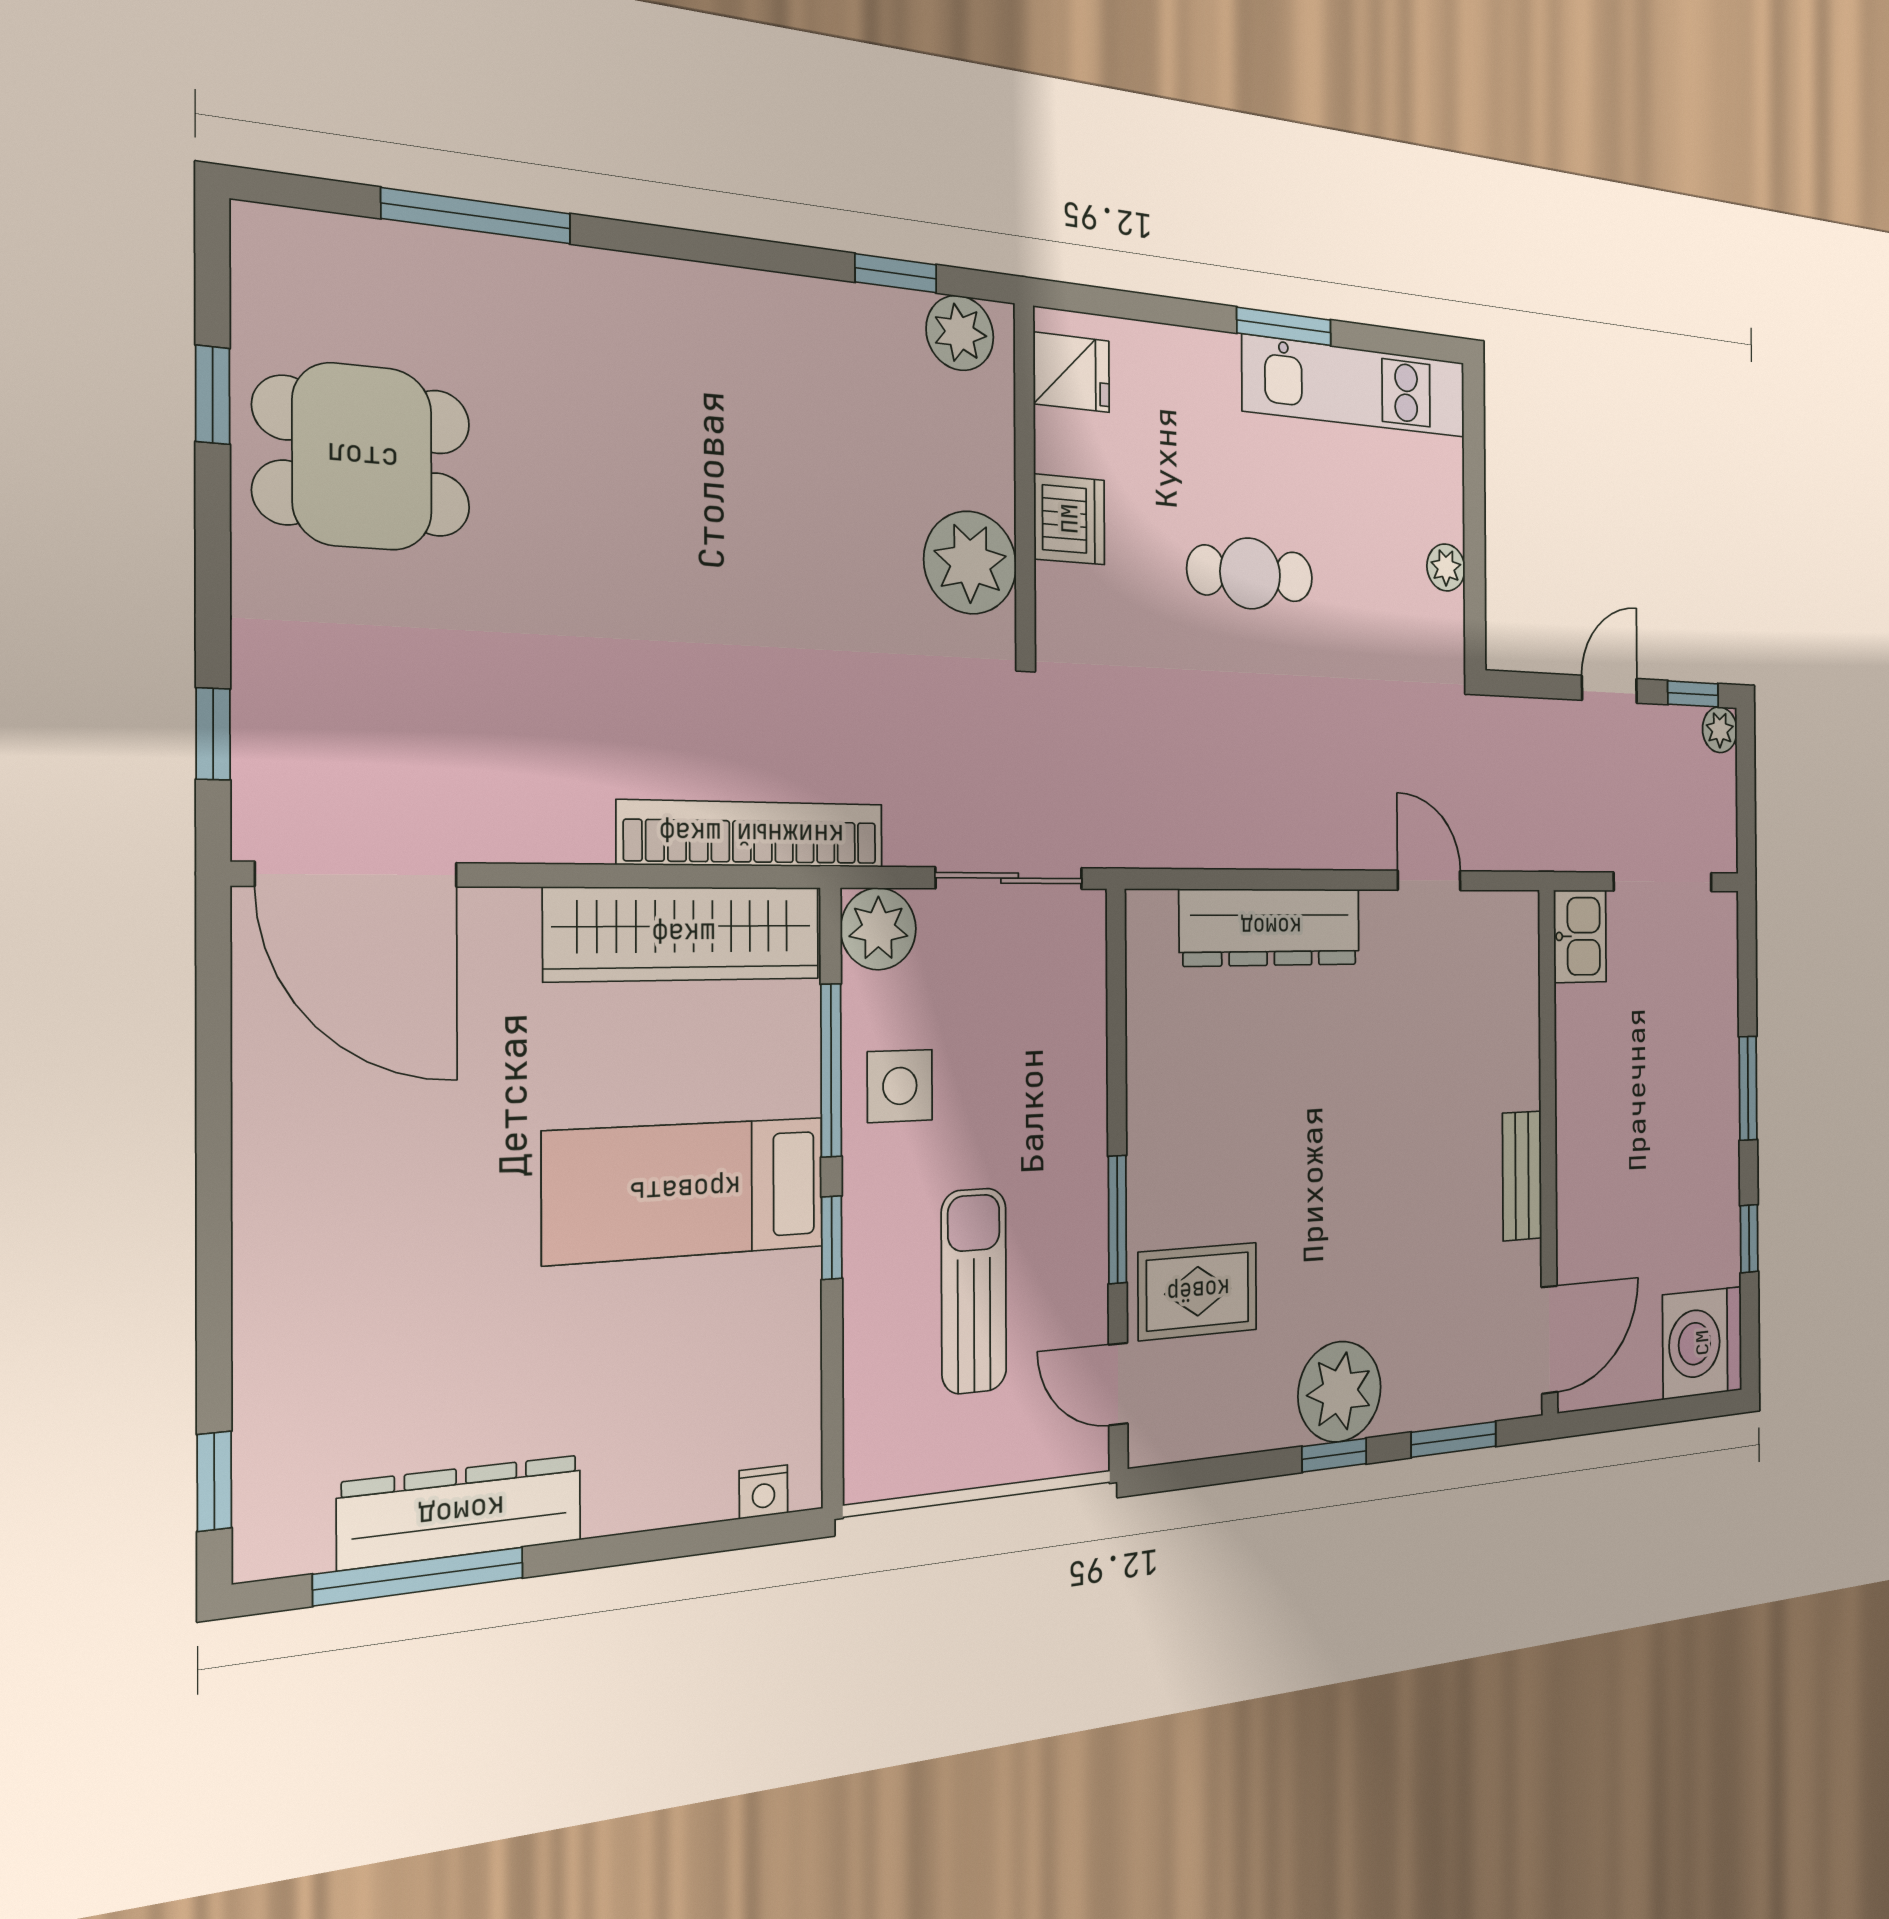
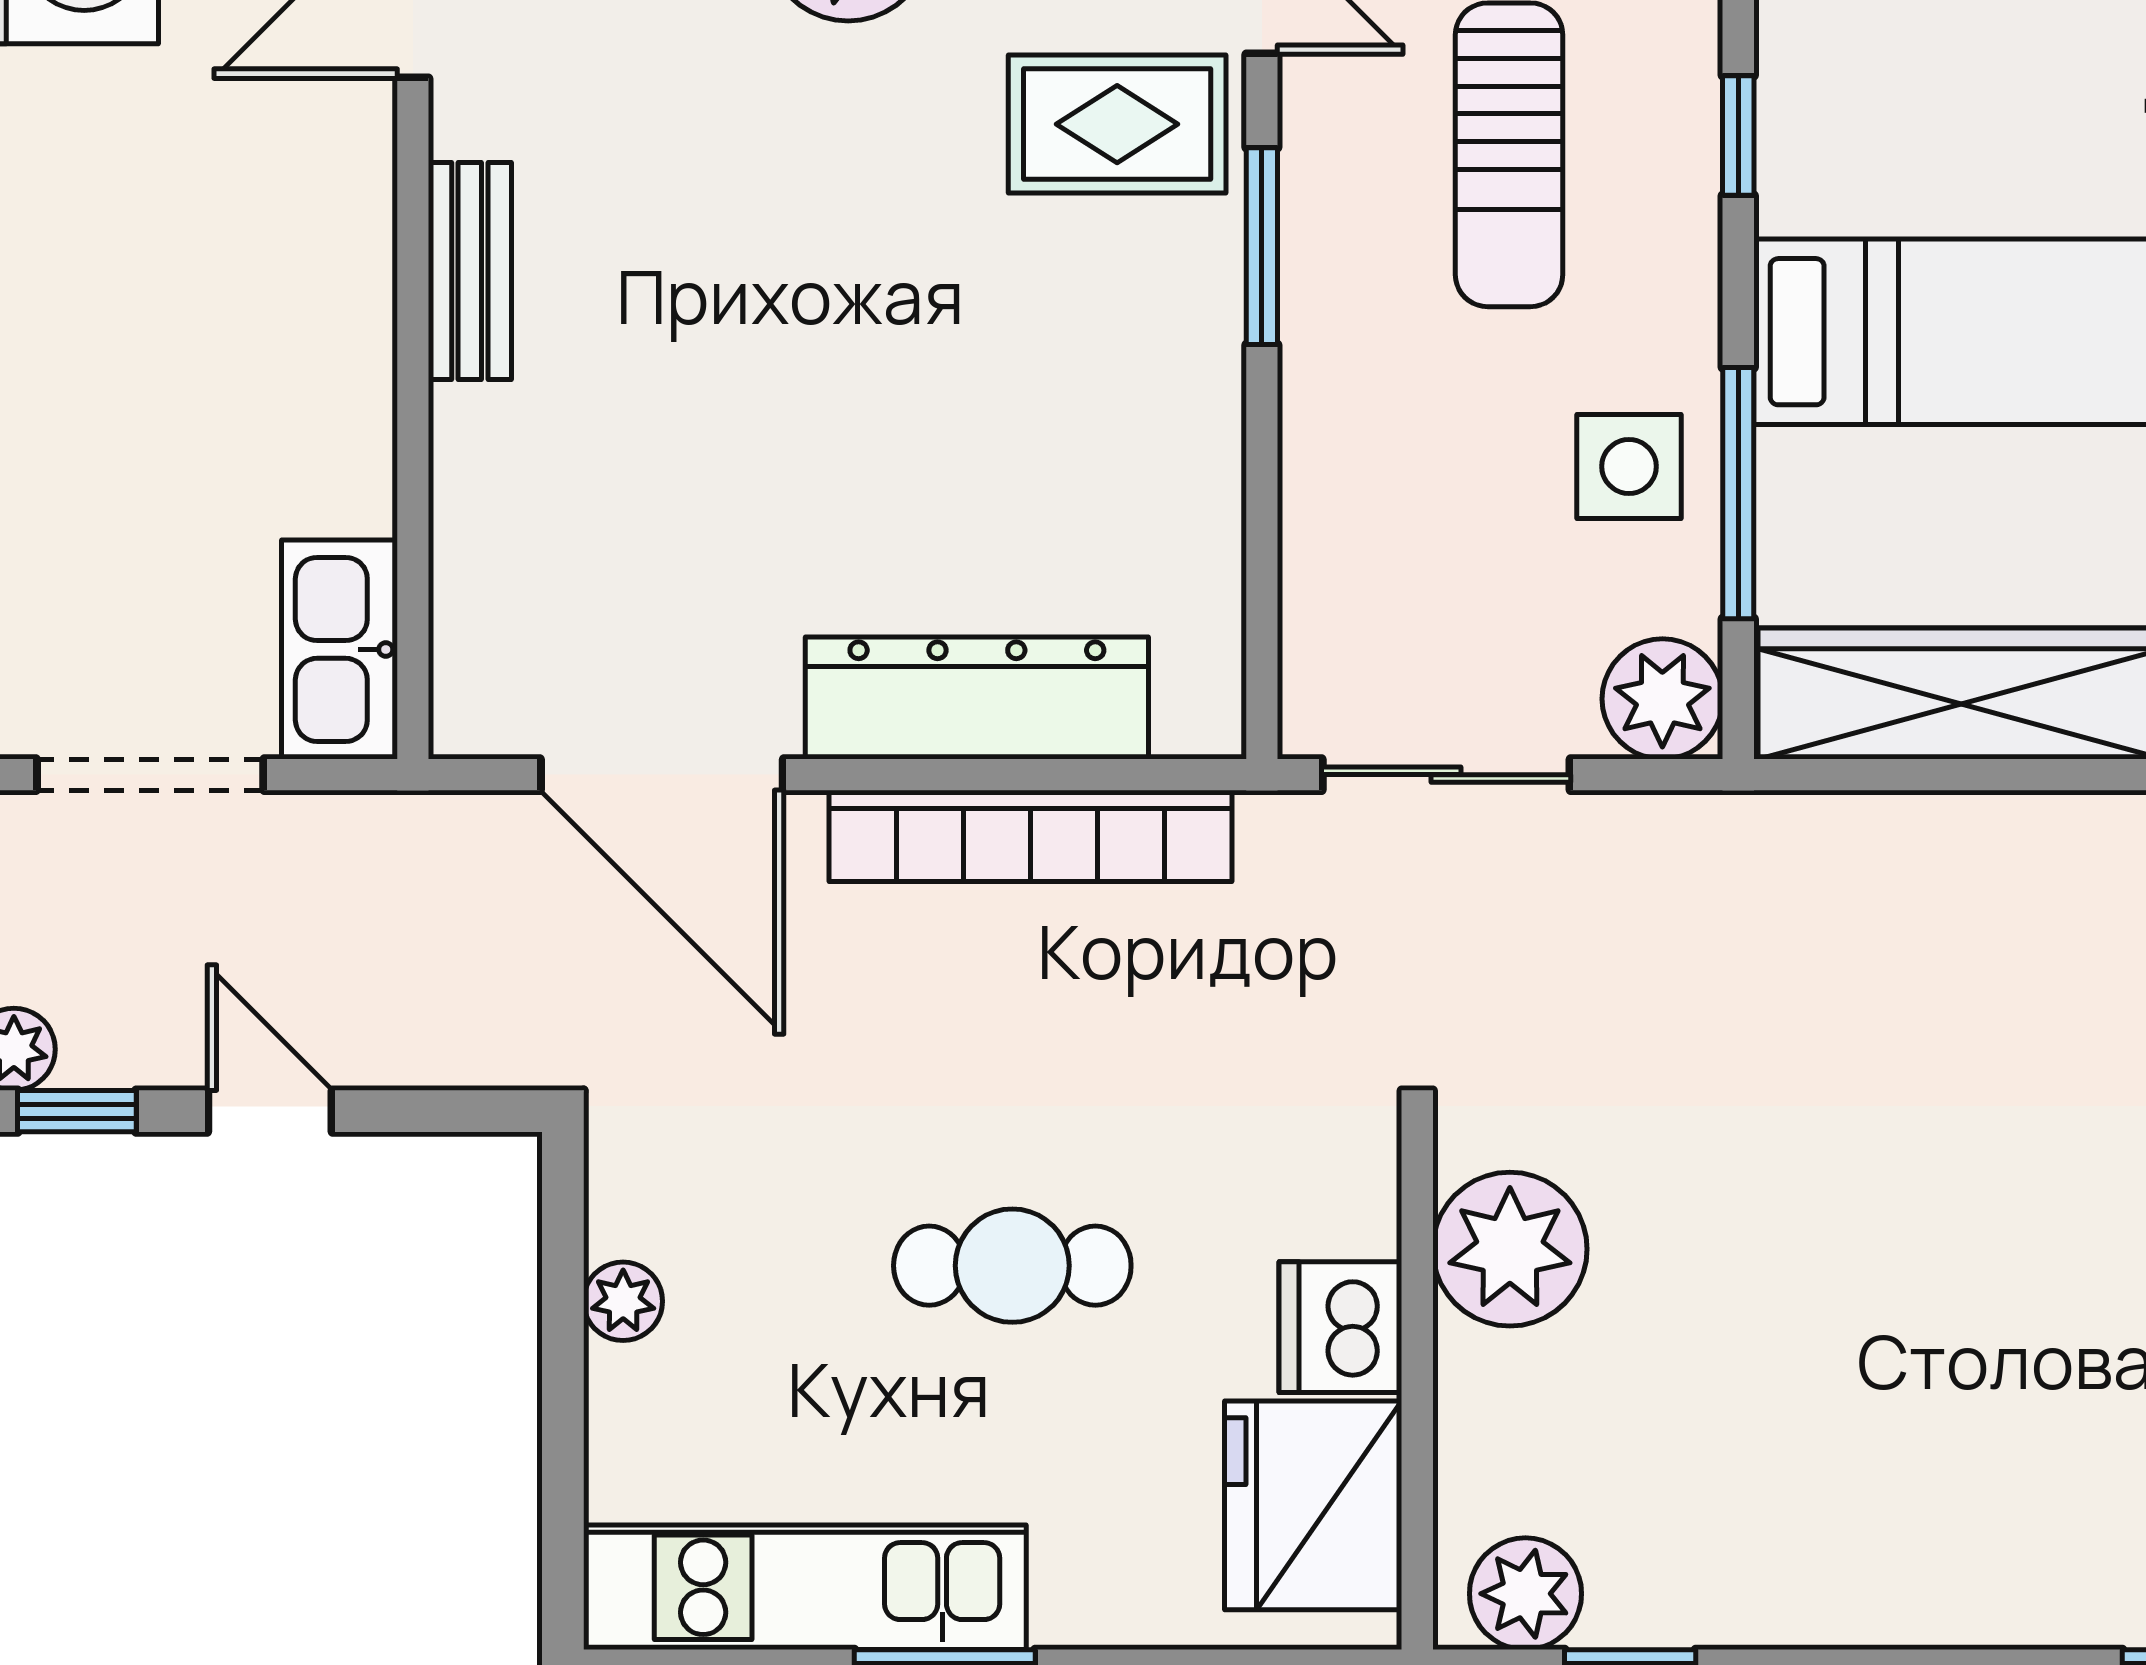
fridge: (1071, 372) -> (1313, 1505), width x1.88, depth x1.34
door: (1609, 689) -> (270, 1111), swing flipped
bookcase: (752, 834) -> (1031, 836), moved
door: (1429, 881) -> (662, 775), width x1.88
kitchen sink: (1580, 936) -> (339, 649), width x1.38
window: (832, 1238) -> (1738, 135), moved

